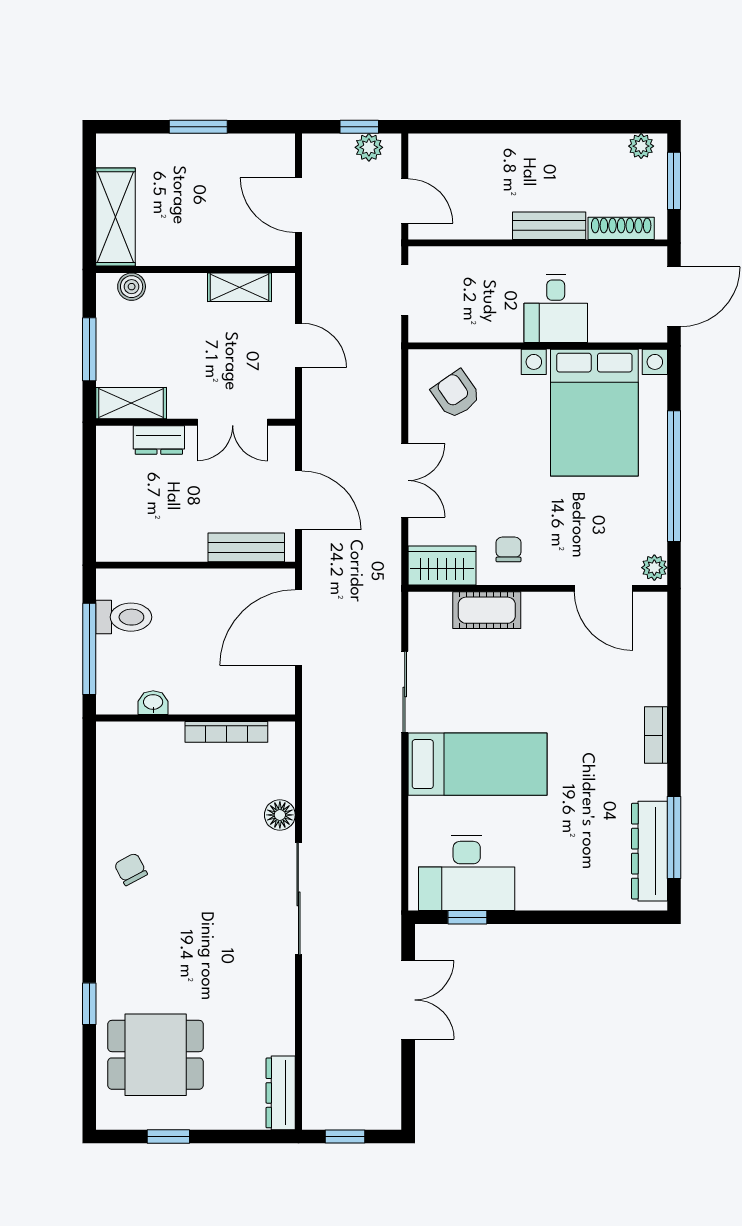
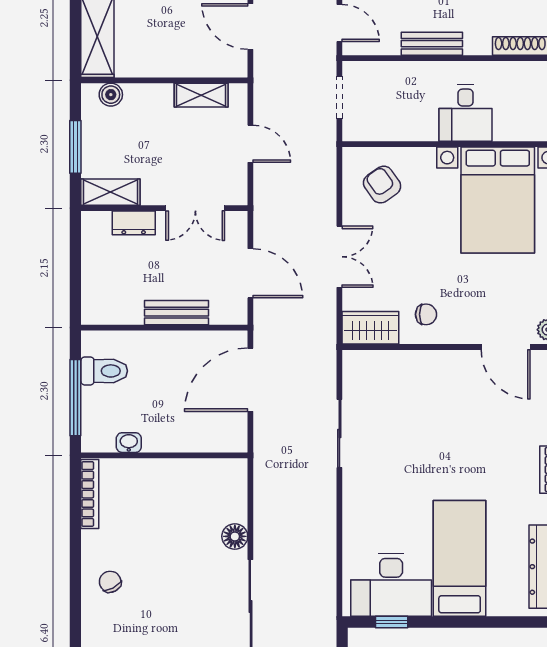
bench: (549, 226) -> (432, 44), moved
bench: (246, 547) -> (176, 313), moved
chair: (509, 549) -> (426, 314), turned 90
cot: (487, 610) -> (408, 365), removed
bookcase: (226, 732) -> (90, 494), moved, turned -90
bed: (477, 764) -> (460, 558), moved, turned -90

